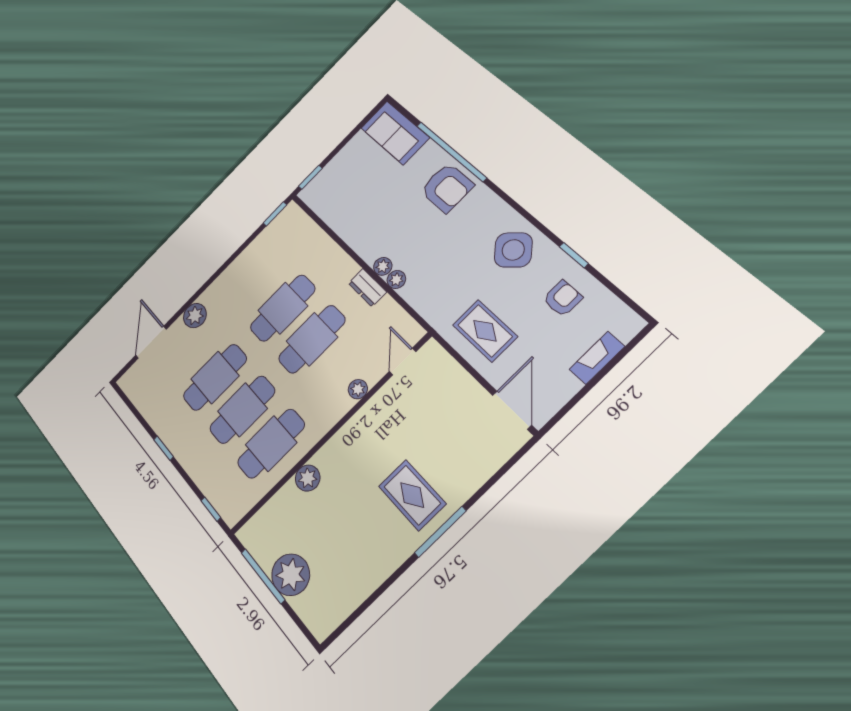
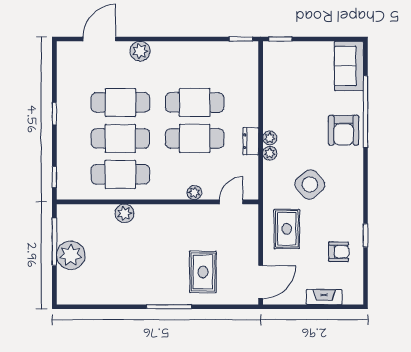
side table: (513, 250) -> (310, 184), moved
rug: (412, 495) -> (203, 272), moved

